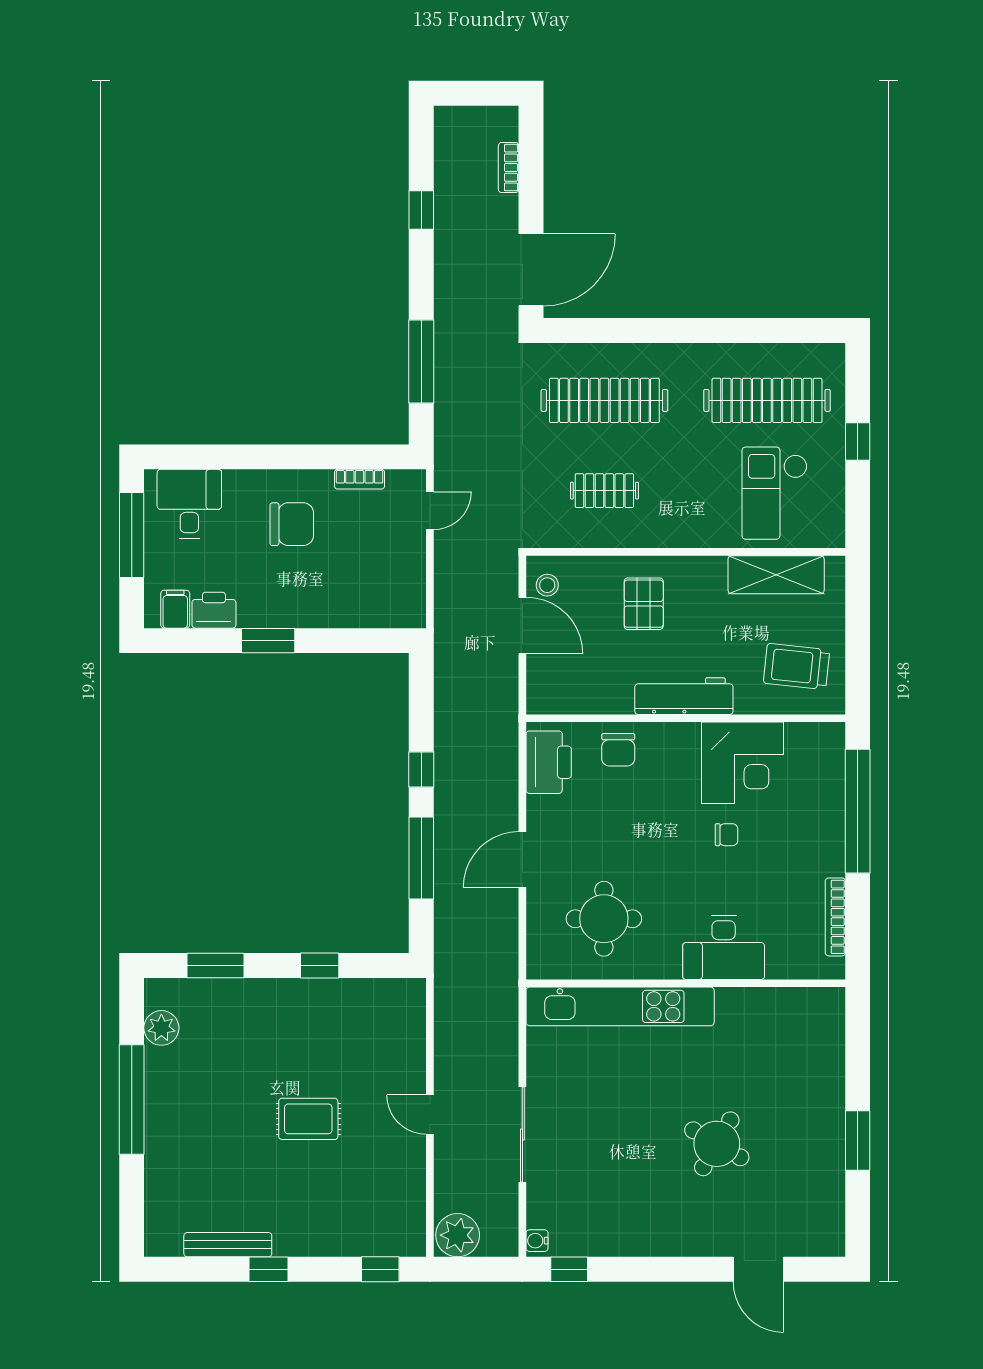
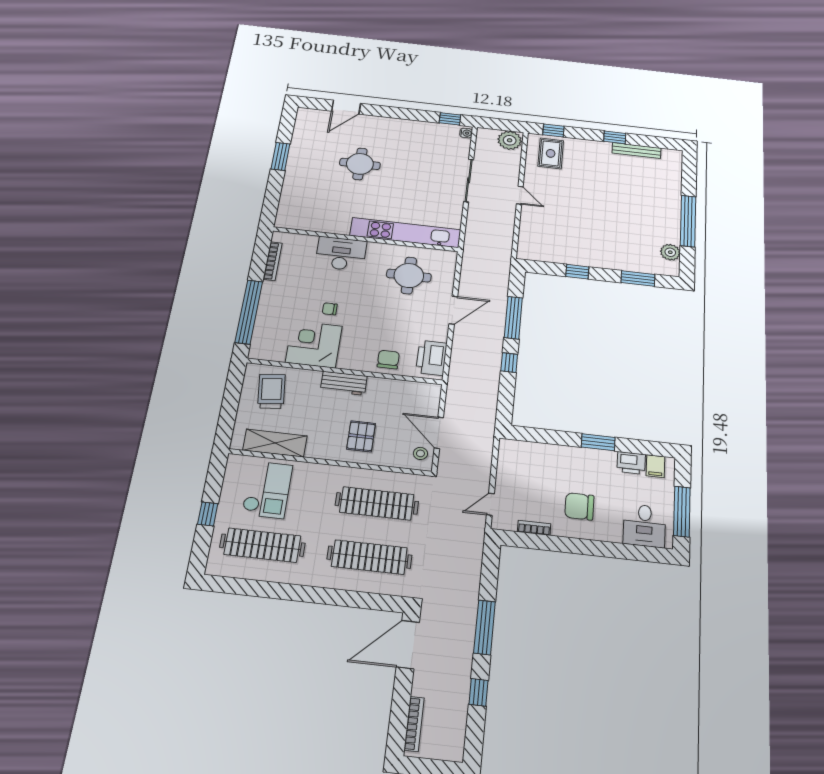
bookcase: (509, 168) -> (414, 724), width x1.56
window: (421, 361) -> (485, 627), moved
clothes rail: (604, 491) -> (377, 503), width x1.86, depth x1.31
trolley: (796, 666) -> (271, 391), turned -102
workbench: (684, 696) -> (344, 383), width x0.73
rug: (308, 1119) -> (551, 153), moved, turned 90
round table: (717, 1144) -> (360, 164), turned -30
door: (758, 1269) -> (346, 107), swing flipped

